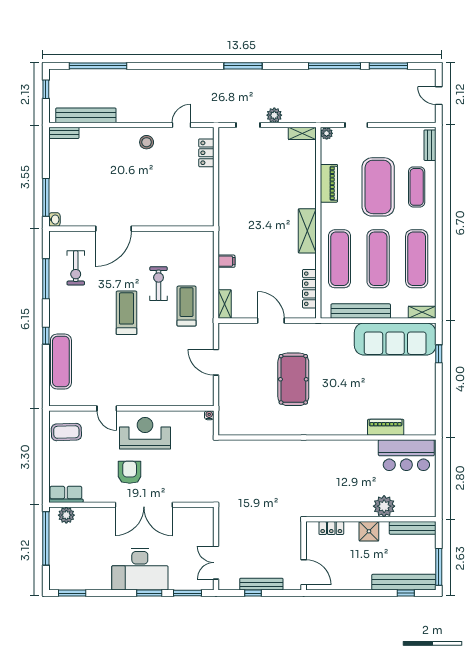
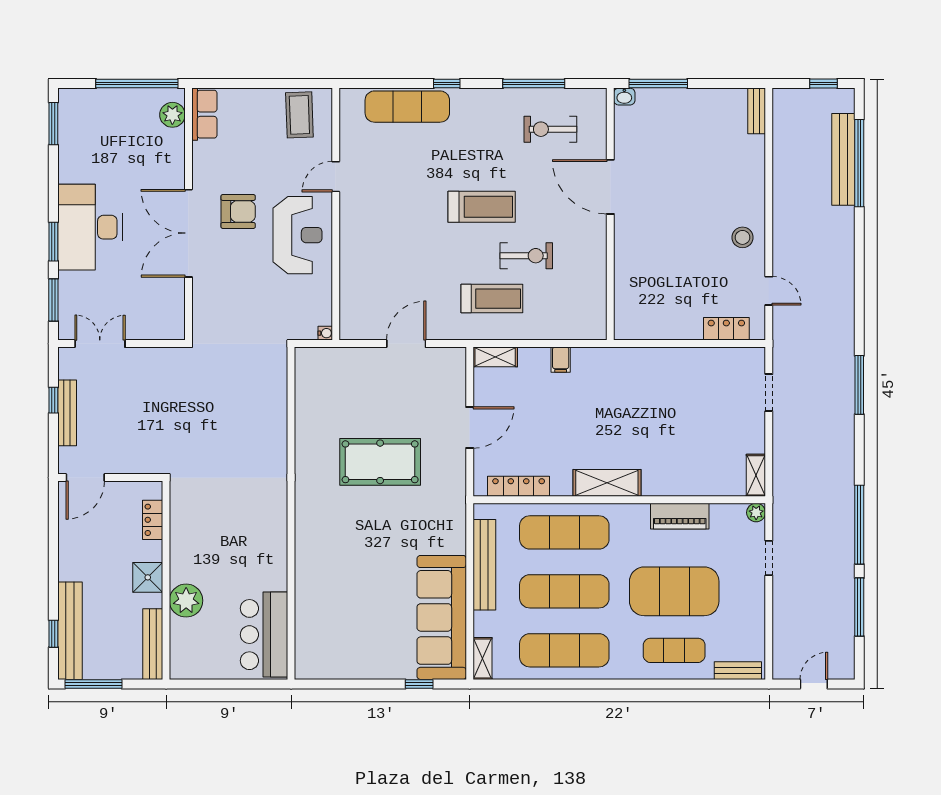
bench: (86, 115) -> (843, 159), moved
plant: (274, 115) -> (784, 433), removed
piano: (386, 427) -> (307, 603), removed

